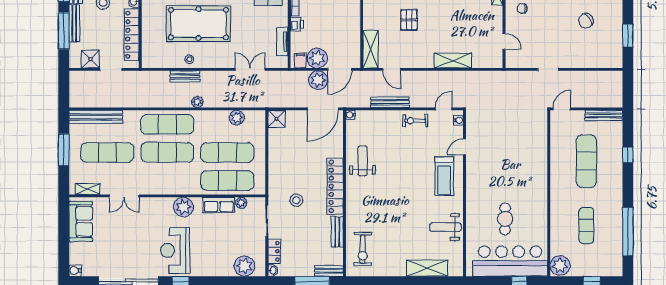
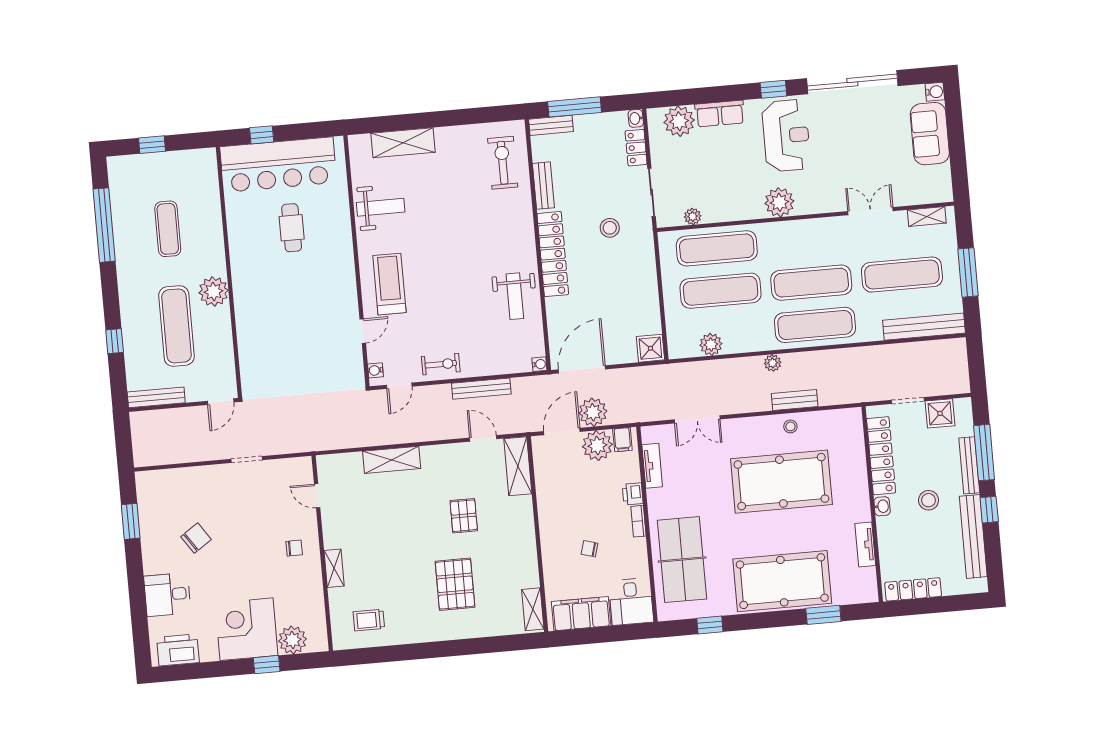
row of seats: (219, 205) -> (720, 114), moved, turned 180
sofa: (81, 221) -> (930, 134), moved
plant: (560, 265) -> (214, 292), moved

